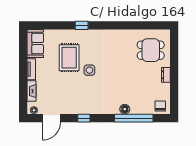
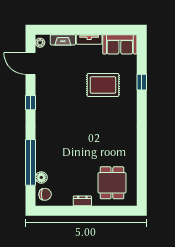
window: (82, 25) -> (142, 82), moved
side table: (89, 70) -> (88, 109), removed
floor lamp: (125, 109) -> (41, 177), moved

